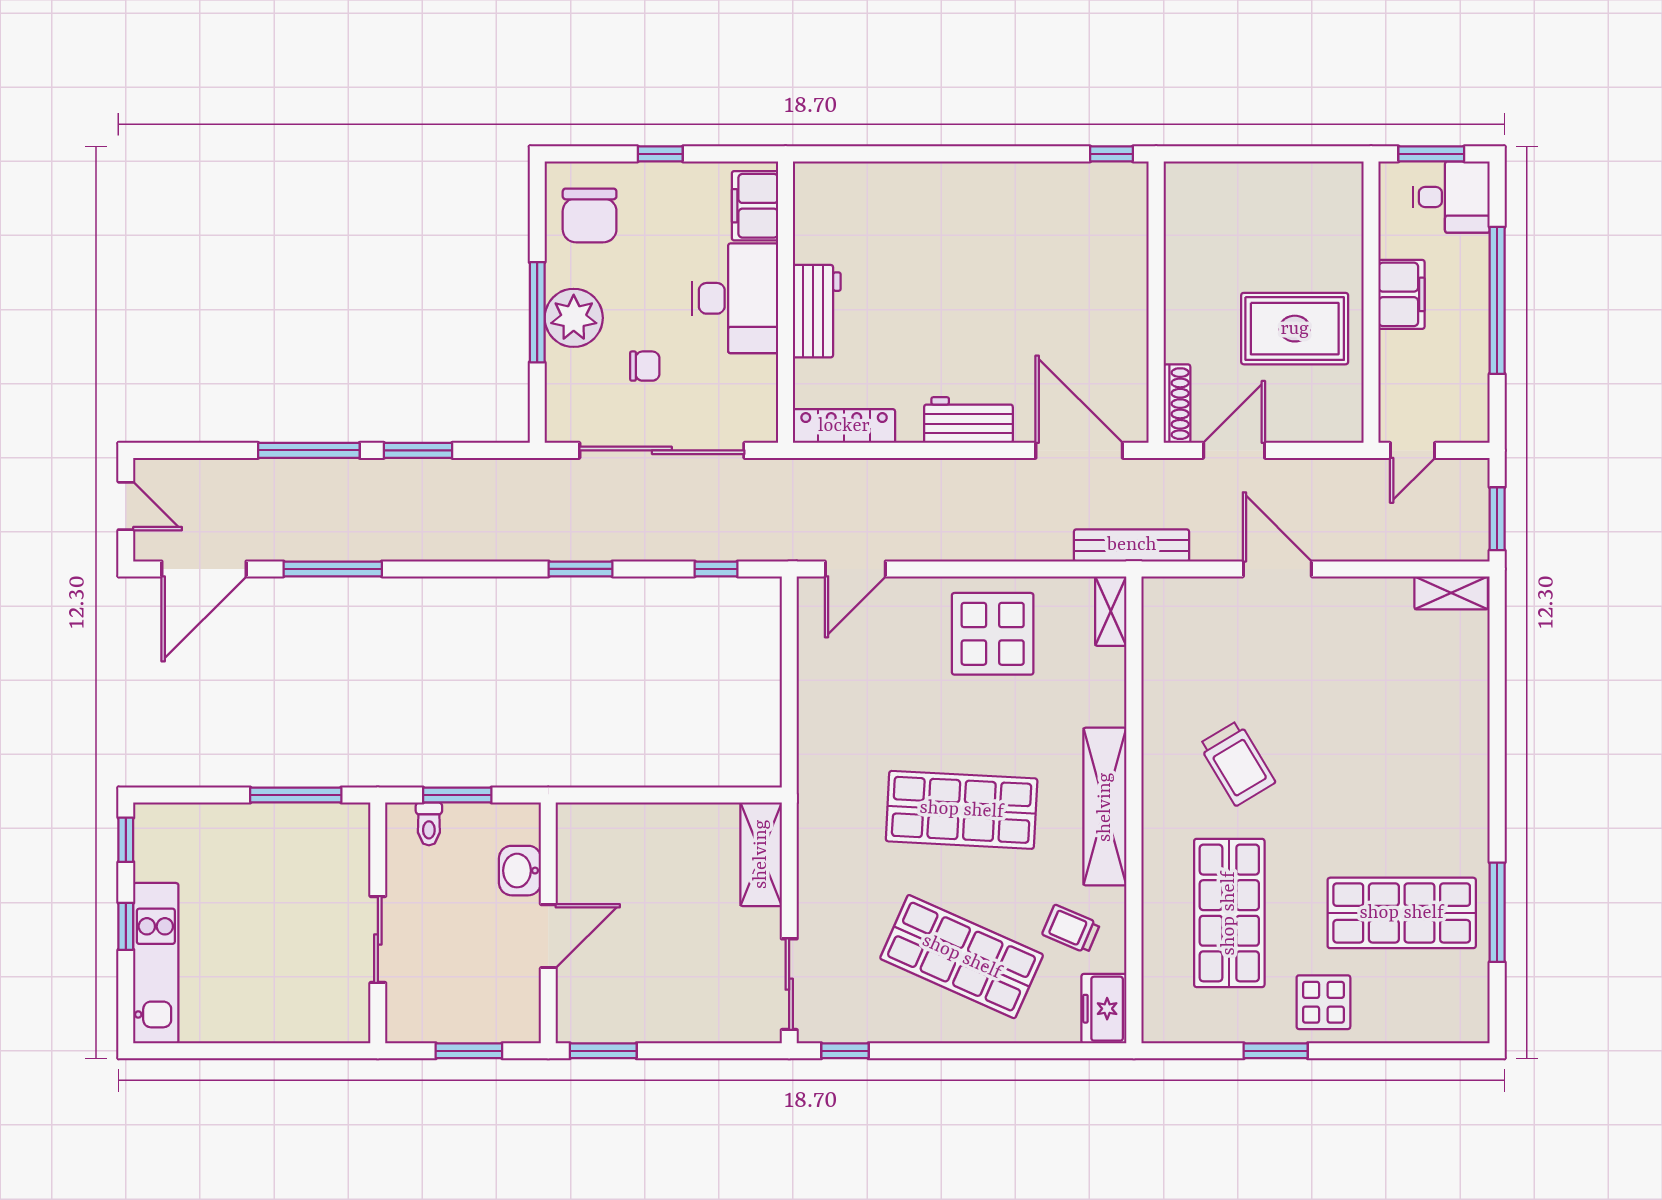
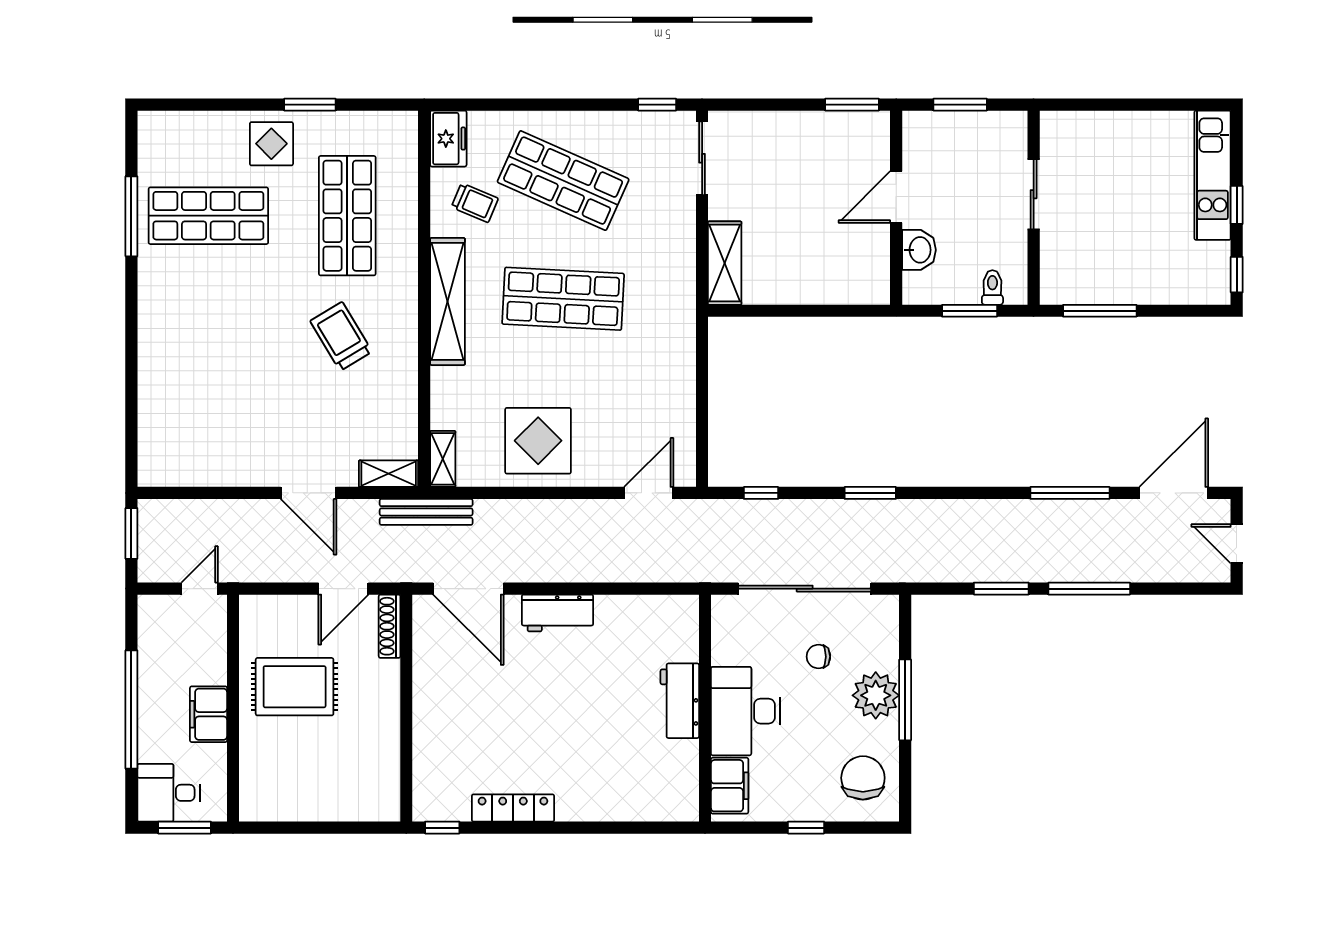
locker: (844, 426) -> (513, 808), moved, turned 180
shelving: (1451, 593) -> (389, 474), moved

